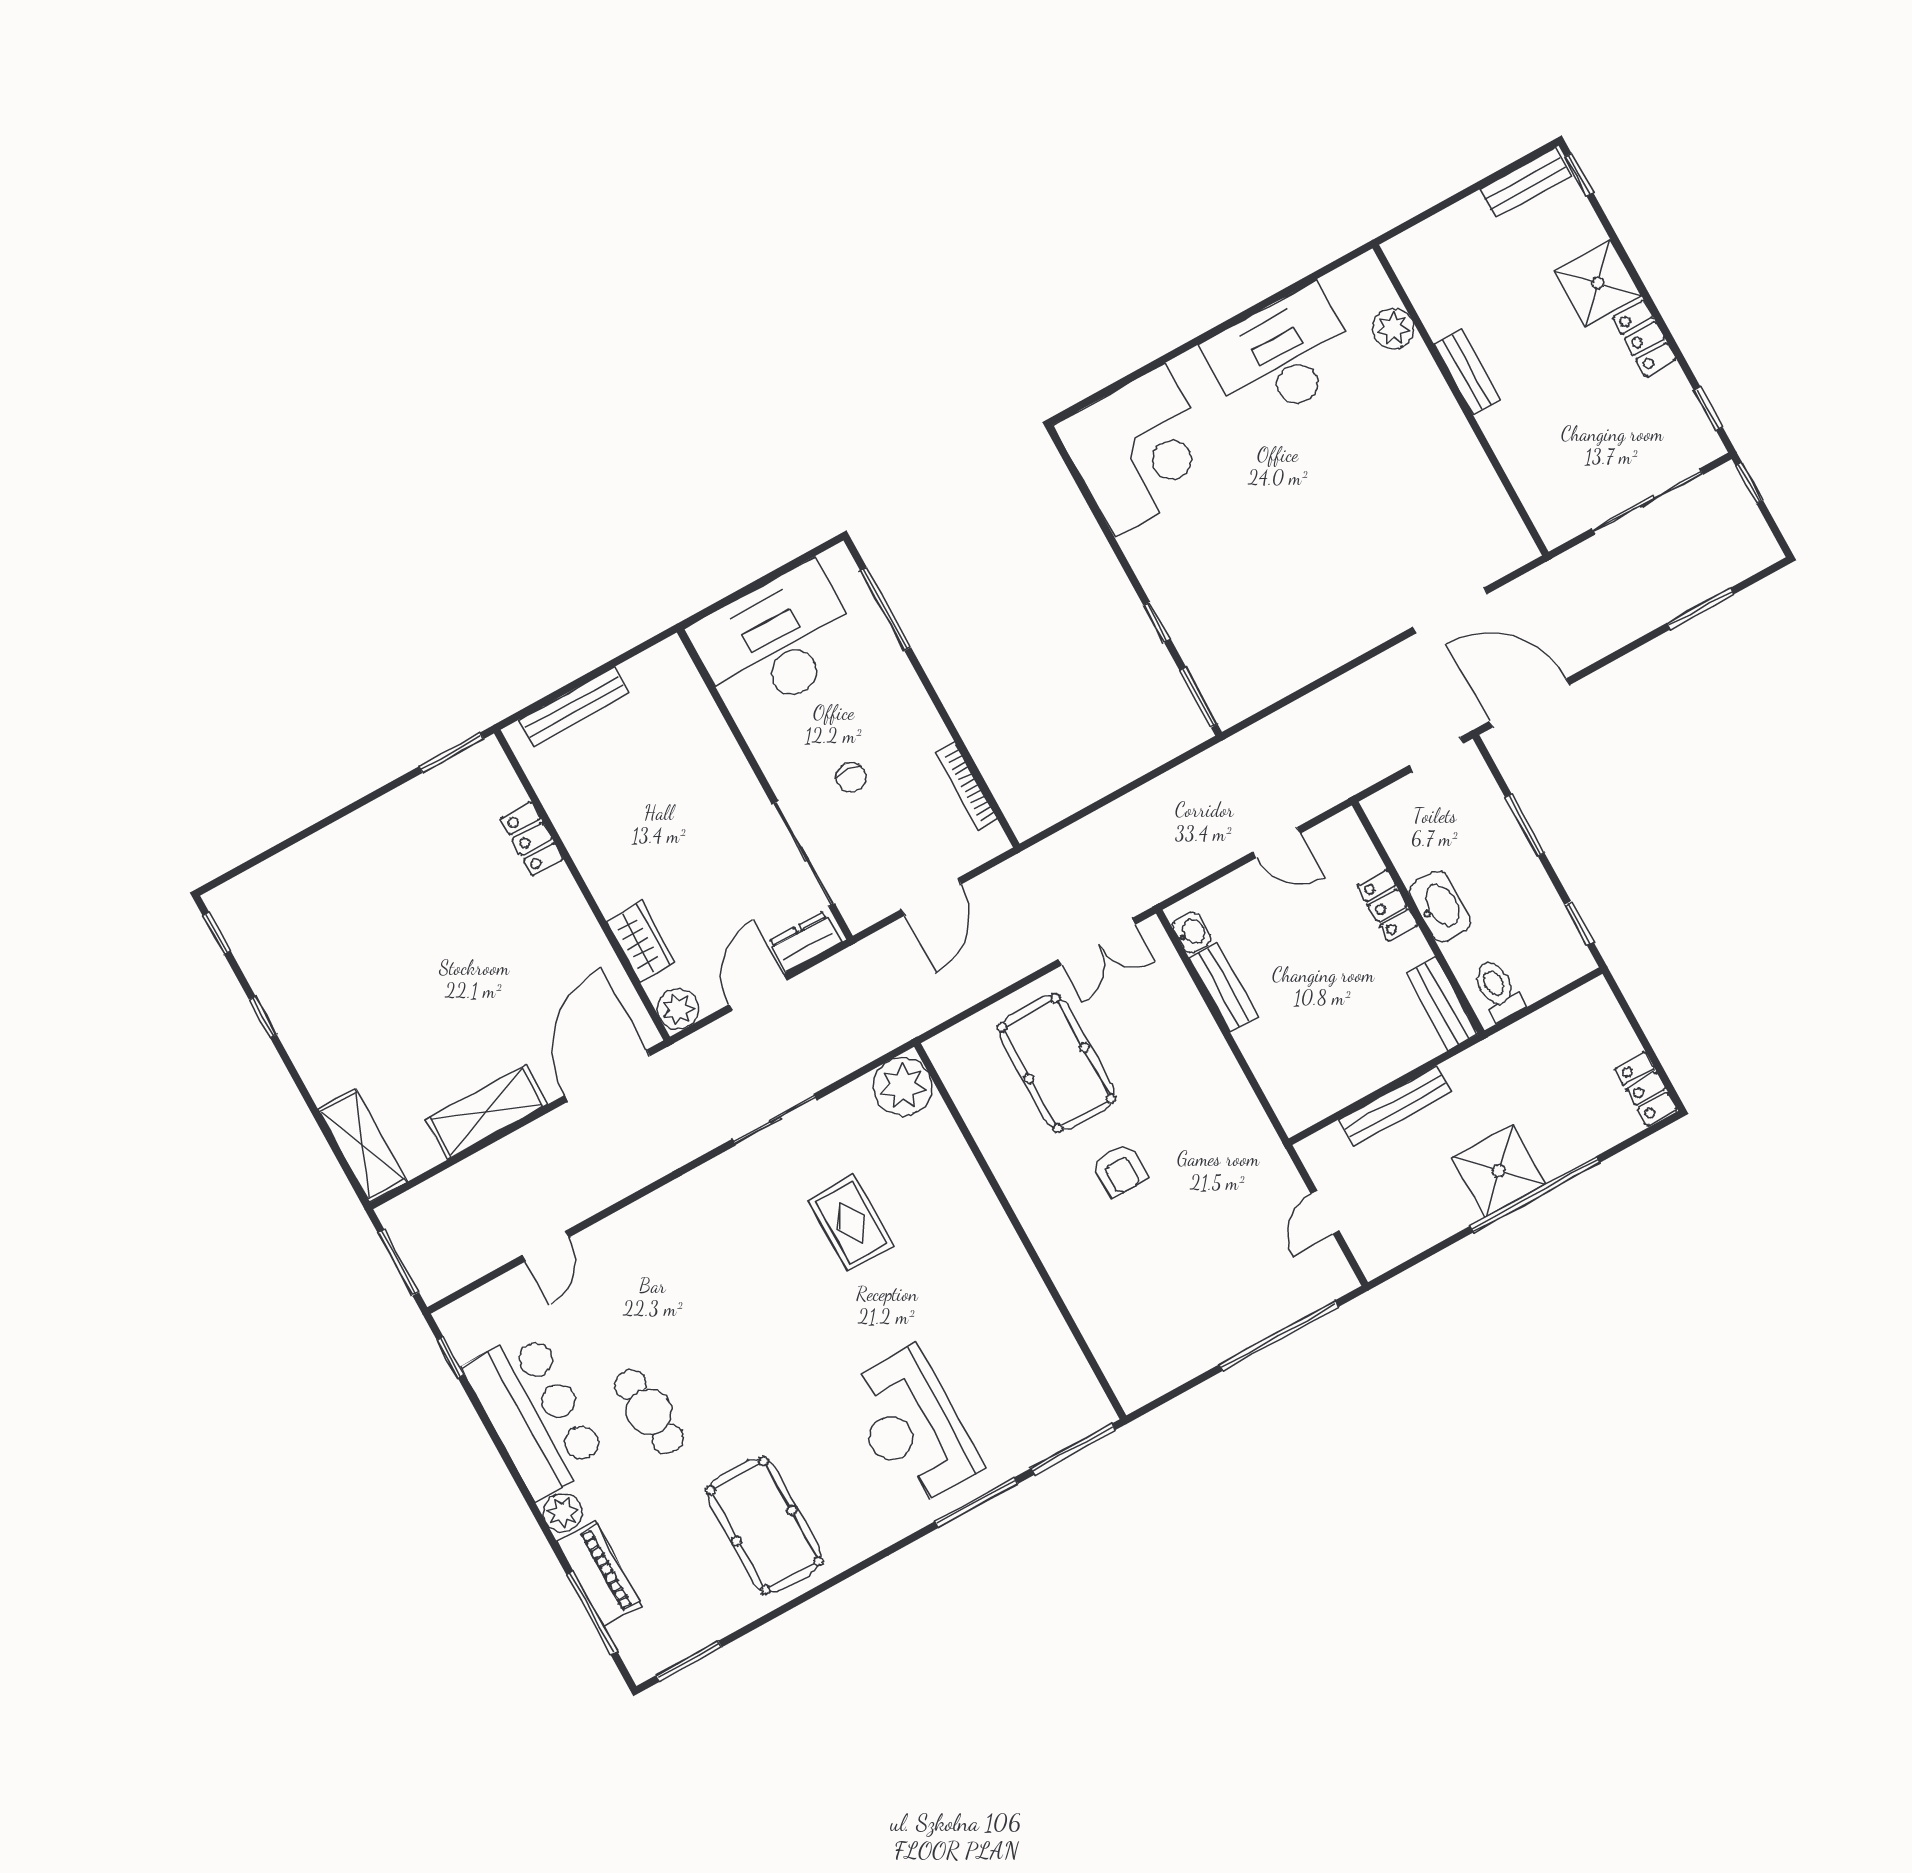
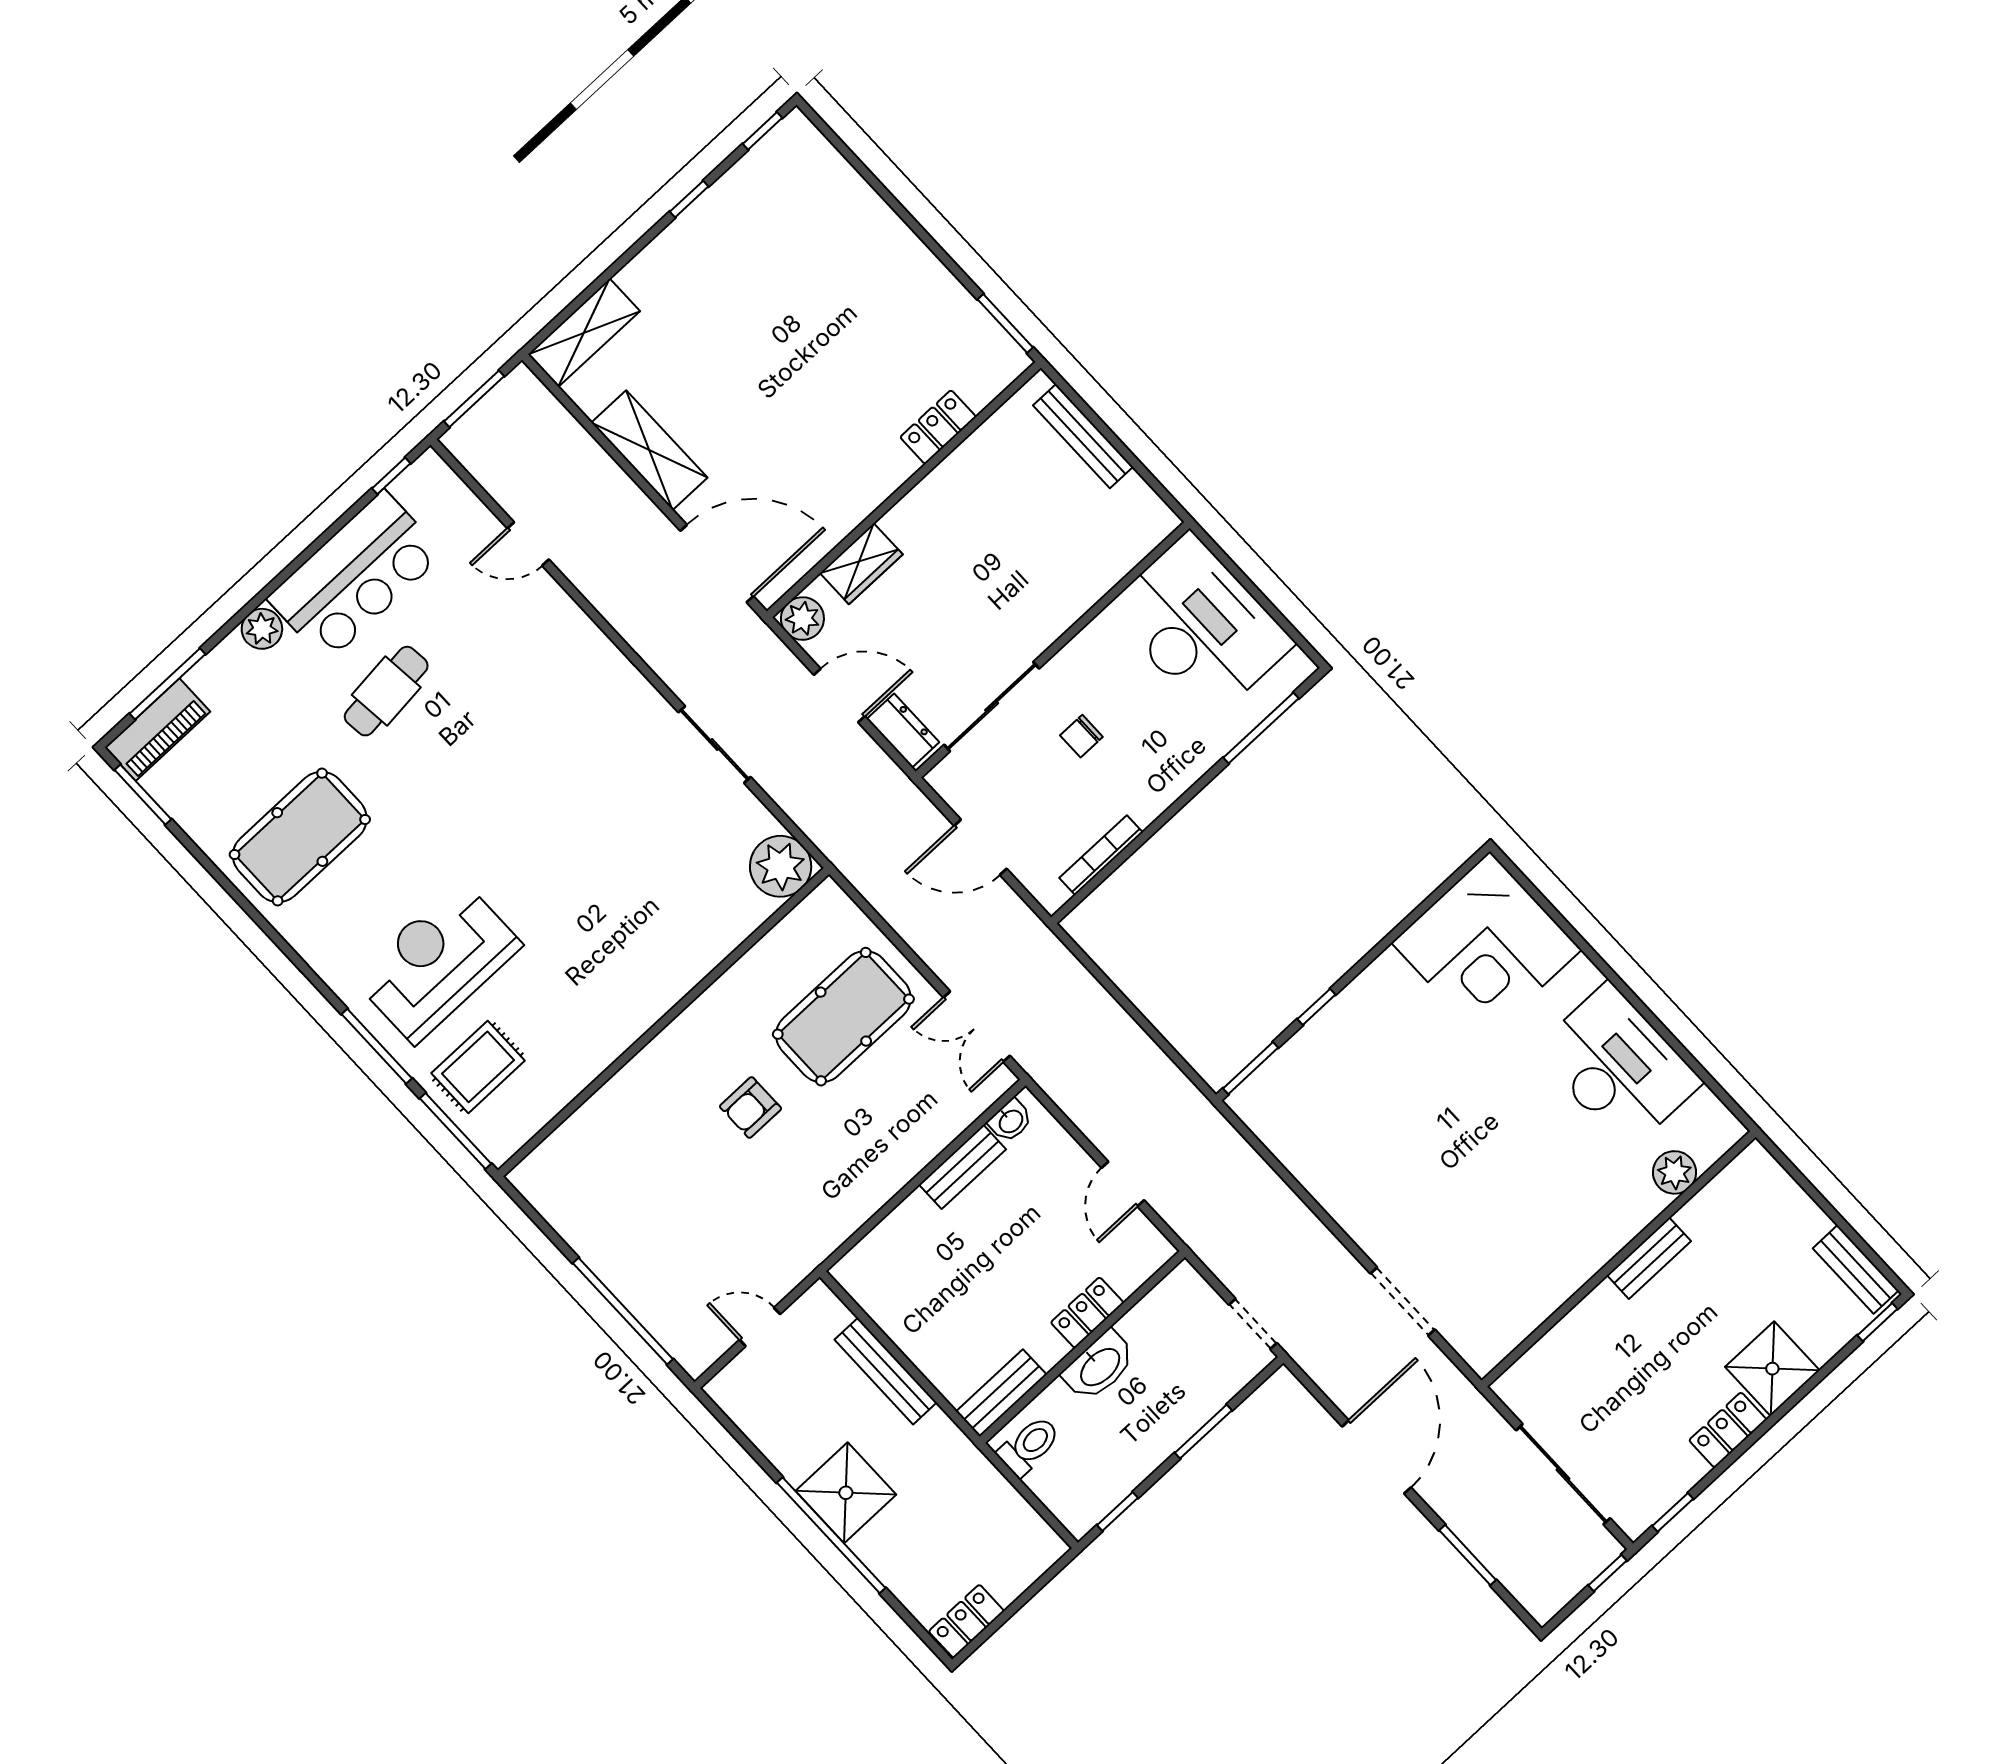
door: (1529, 703) -> (1376, 1457), moved
rug: (851, 1223) -> (478, 1067), moved
piano: (599, 1574) -> (157, 730), moved

